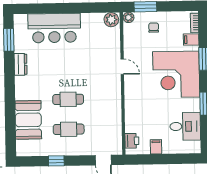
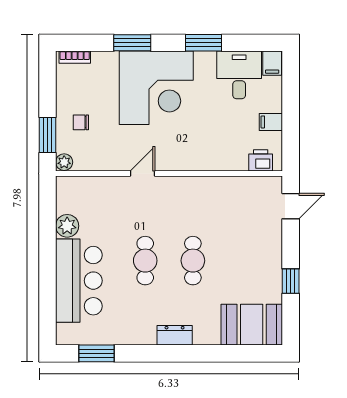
plant: (111, 20) -> (67, 226), moved
filing cabinet: (191, 40) -> (272, 63), moved
dresser: (21, 64) -> (175, 335), moved
booth: (28, 120) -> (252, 325), moved
cafe table: (69, 129) -> (145, 261), moved

